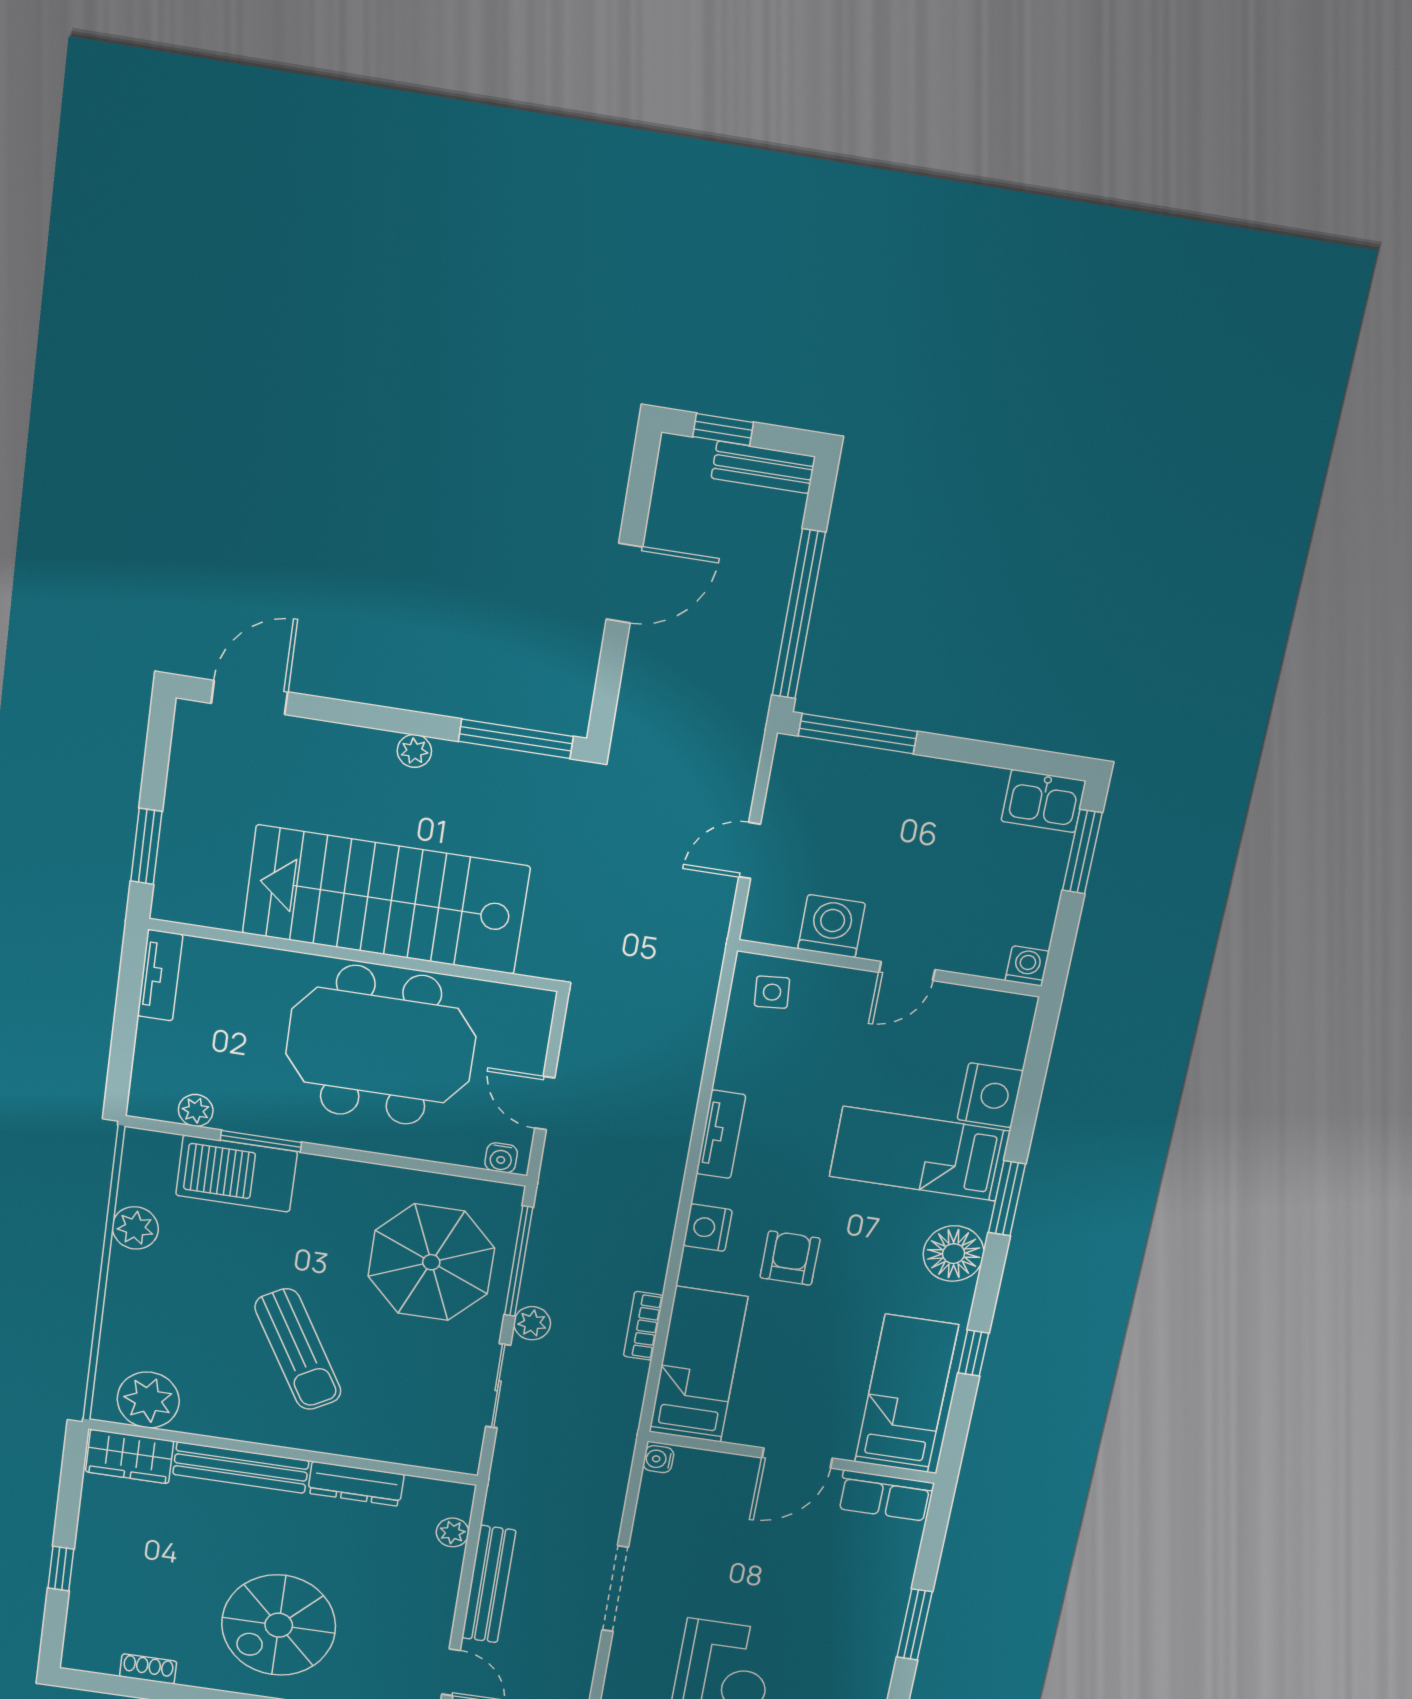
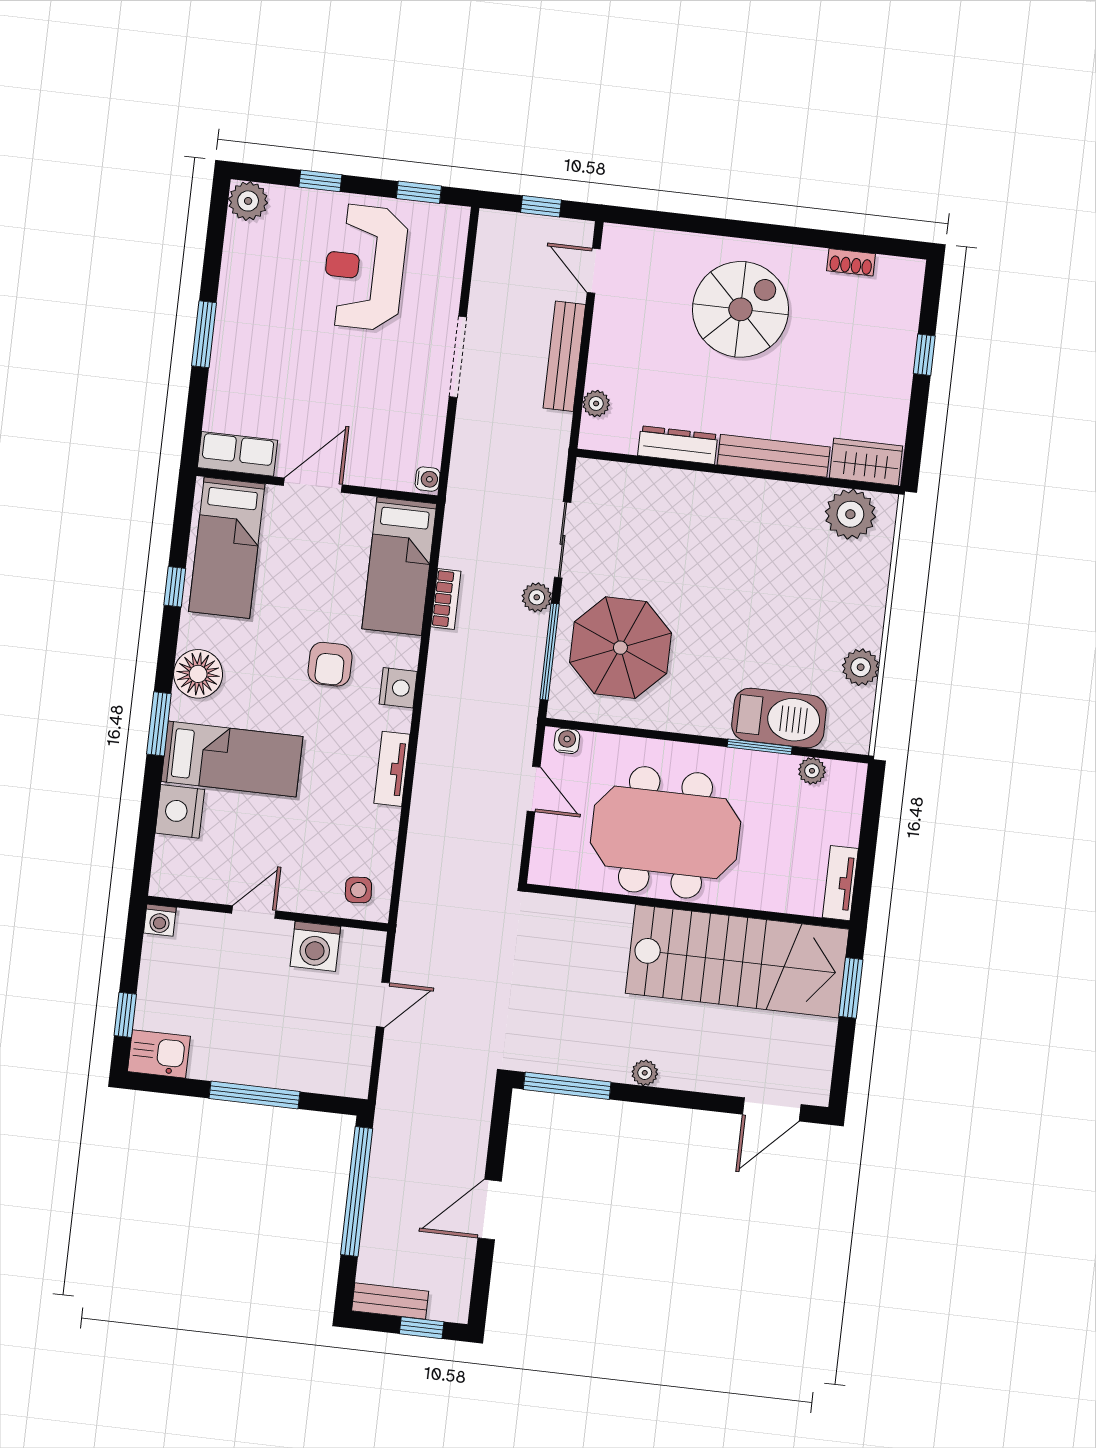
window: (858, 734) -> (254, 1095), moved
window: (1082, 852) -> (125, 1015), width x0.67
stairs: (386, 900) -> (737, 961), moved
sun lounger: (298, 1349) -> (728, 566), removed

